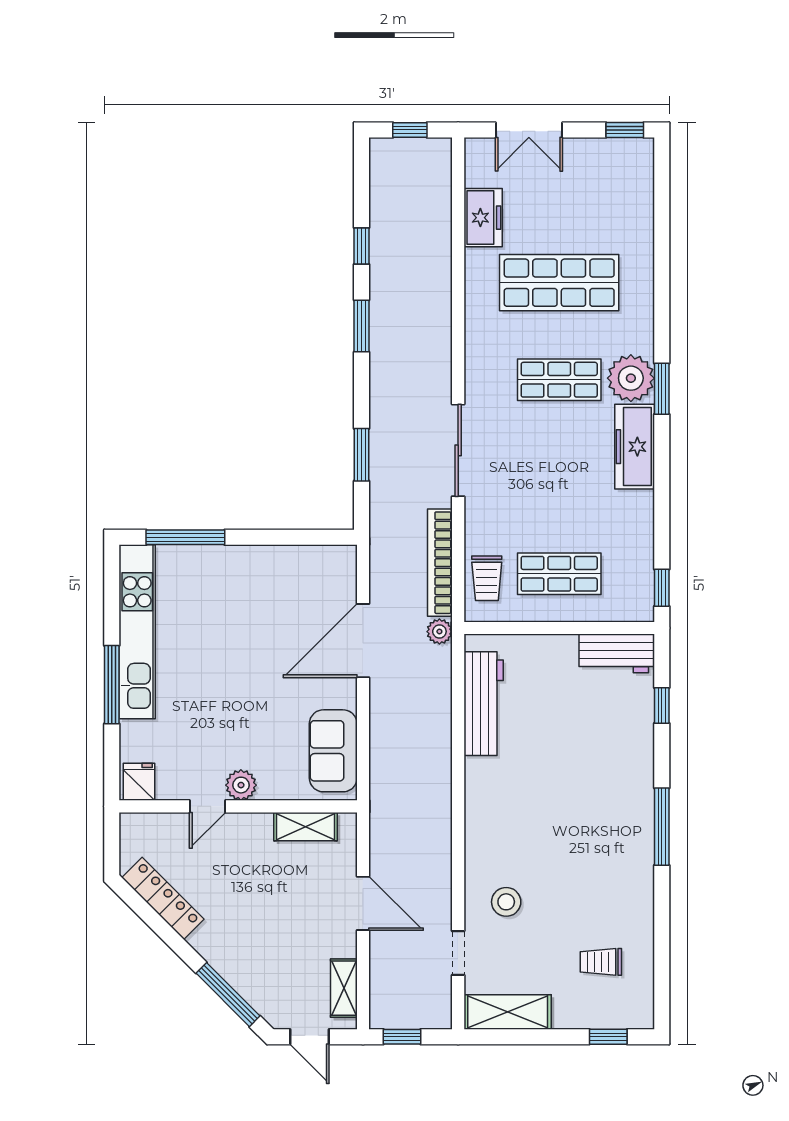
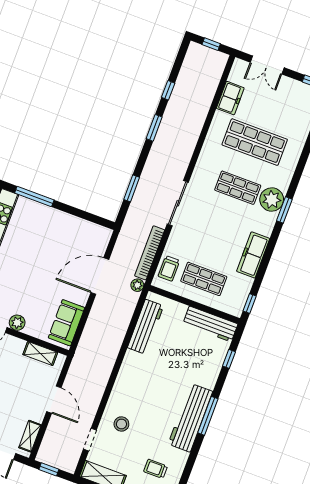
freezer: (635, 447) -> (253, 255), moved
workbench: (617, 653) -> (210, 324), width x1.37
workbench: (631, 842) -> (190, 418), added

